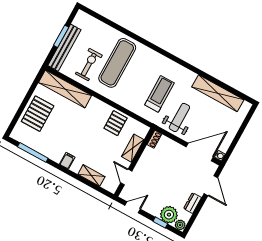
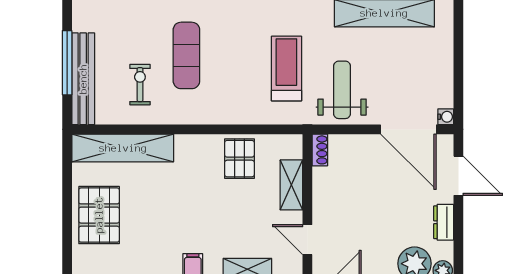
window: (61, 36) -> (67, 63), width x1.44
exercise mat: (117, 63) -> (186, 55), width x0.73, depth x0.69
exercise bike: (89, 65) -> (140, 85), width x0.73, depth x0.72
door: (200, 152) -> (408, 129), swing flipped

